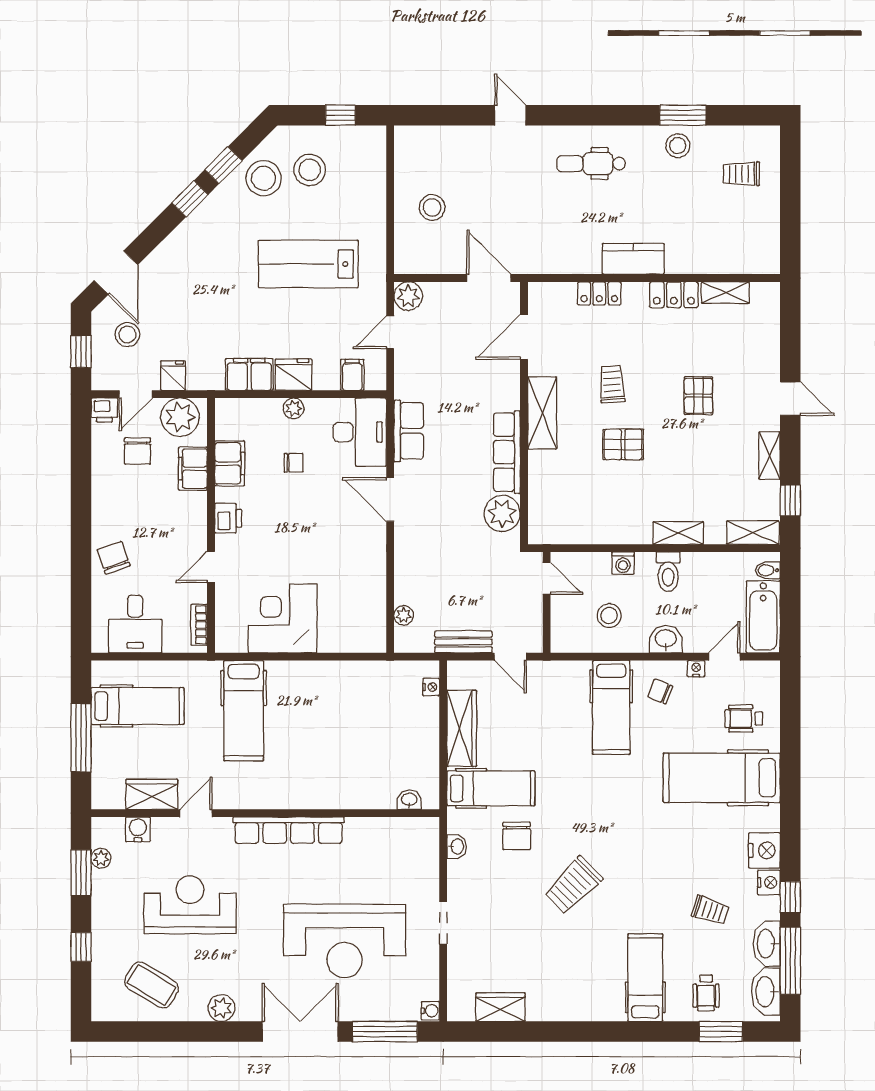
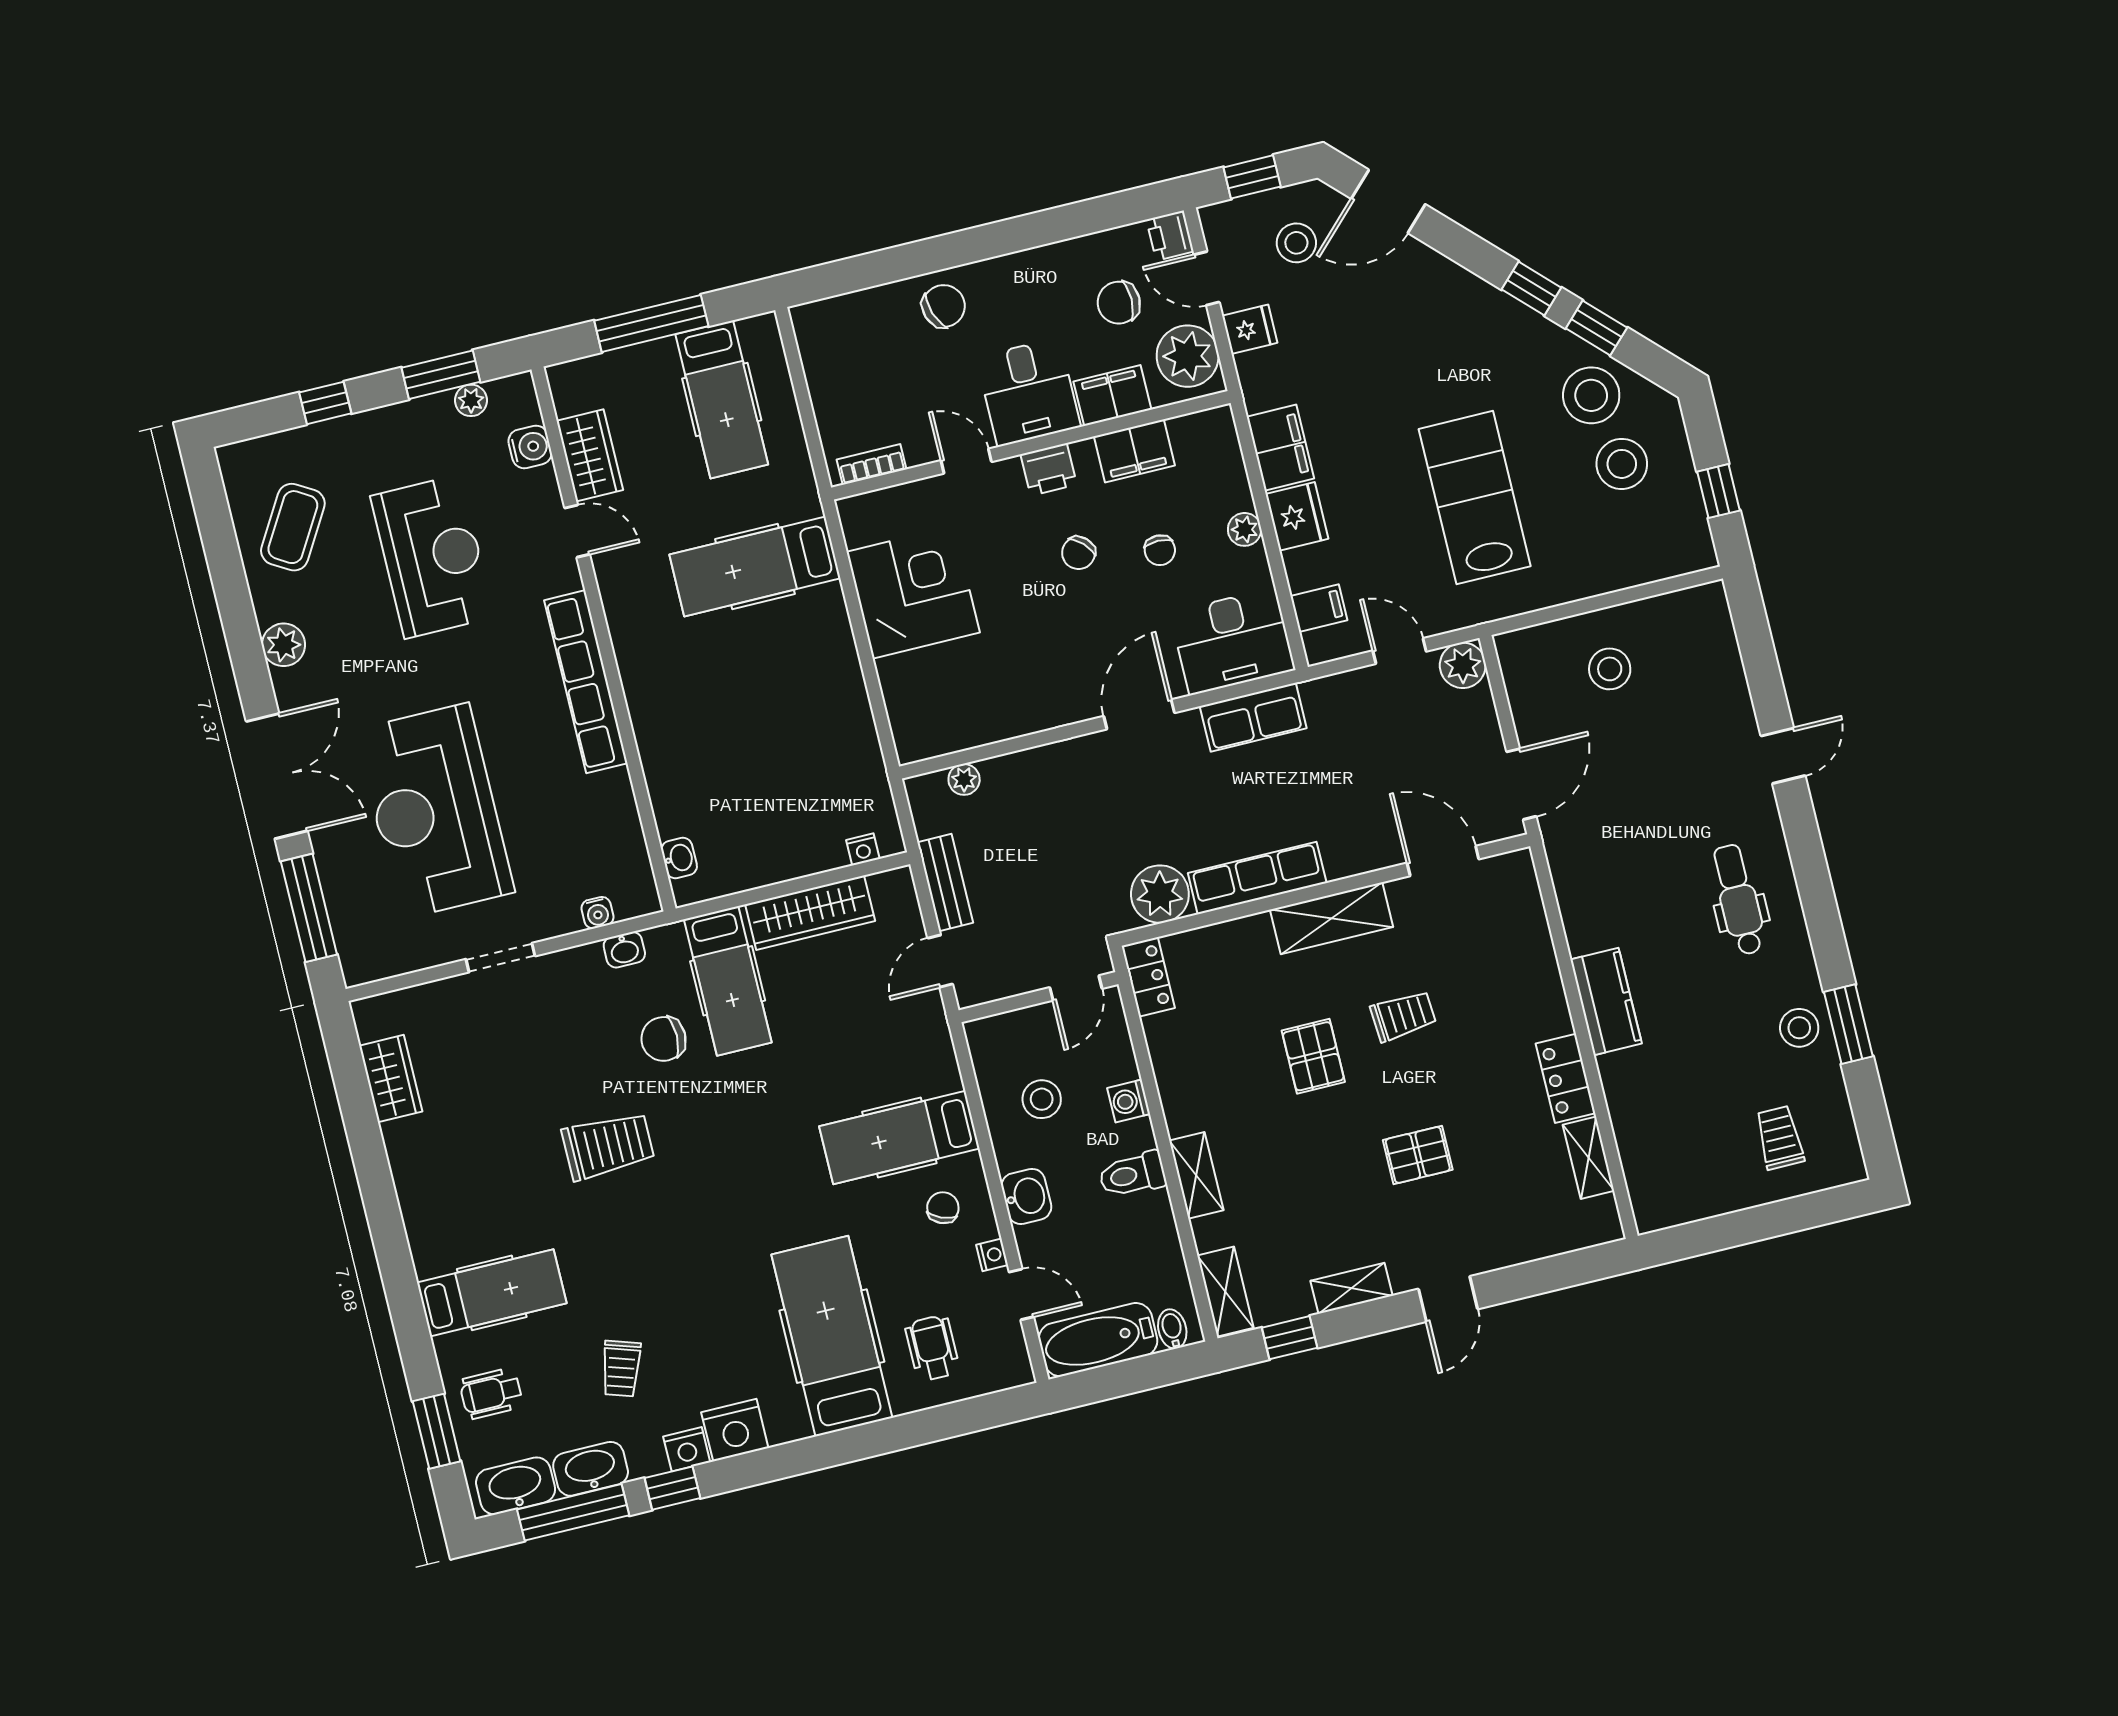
locker: (599, 293) -> (1148, 977), moved, turned 180
chair: (283, 512) -> (1078, 553), added
desk: (135, 624) -> (1028, 392), moved, turned -90
trolley: (573, 885) -> (608, 1146), turned 135
water cooler: (430, 1011) -> (597, 913), moved

